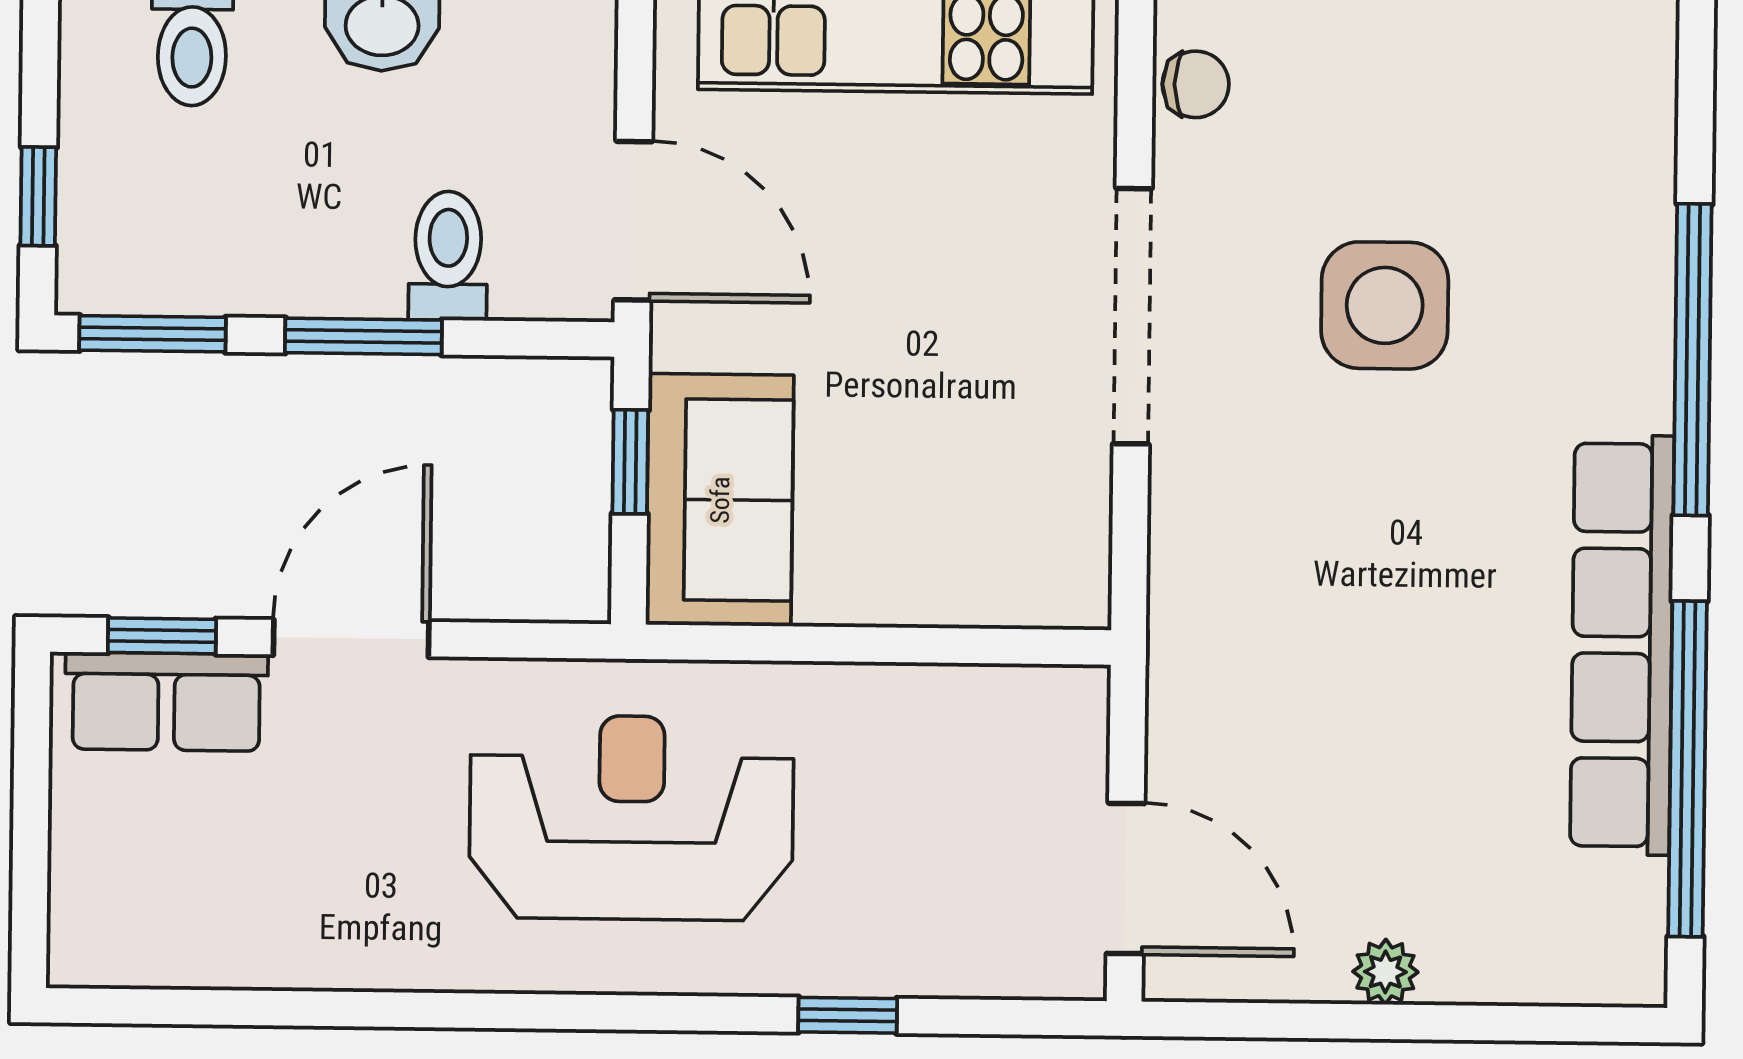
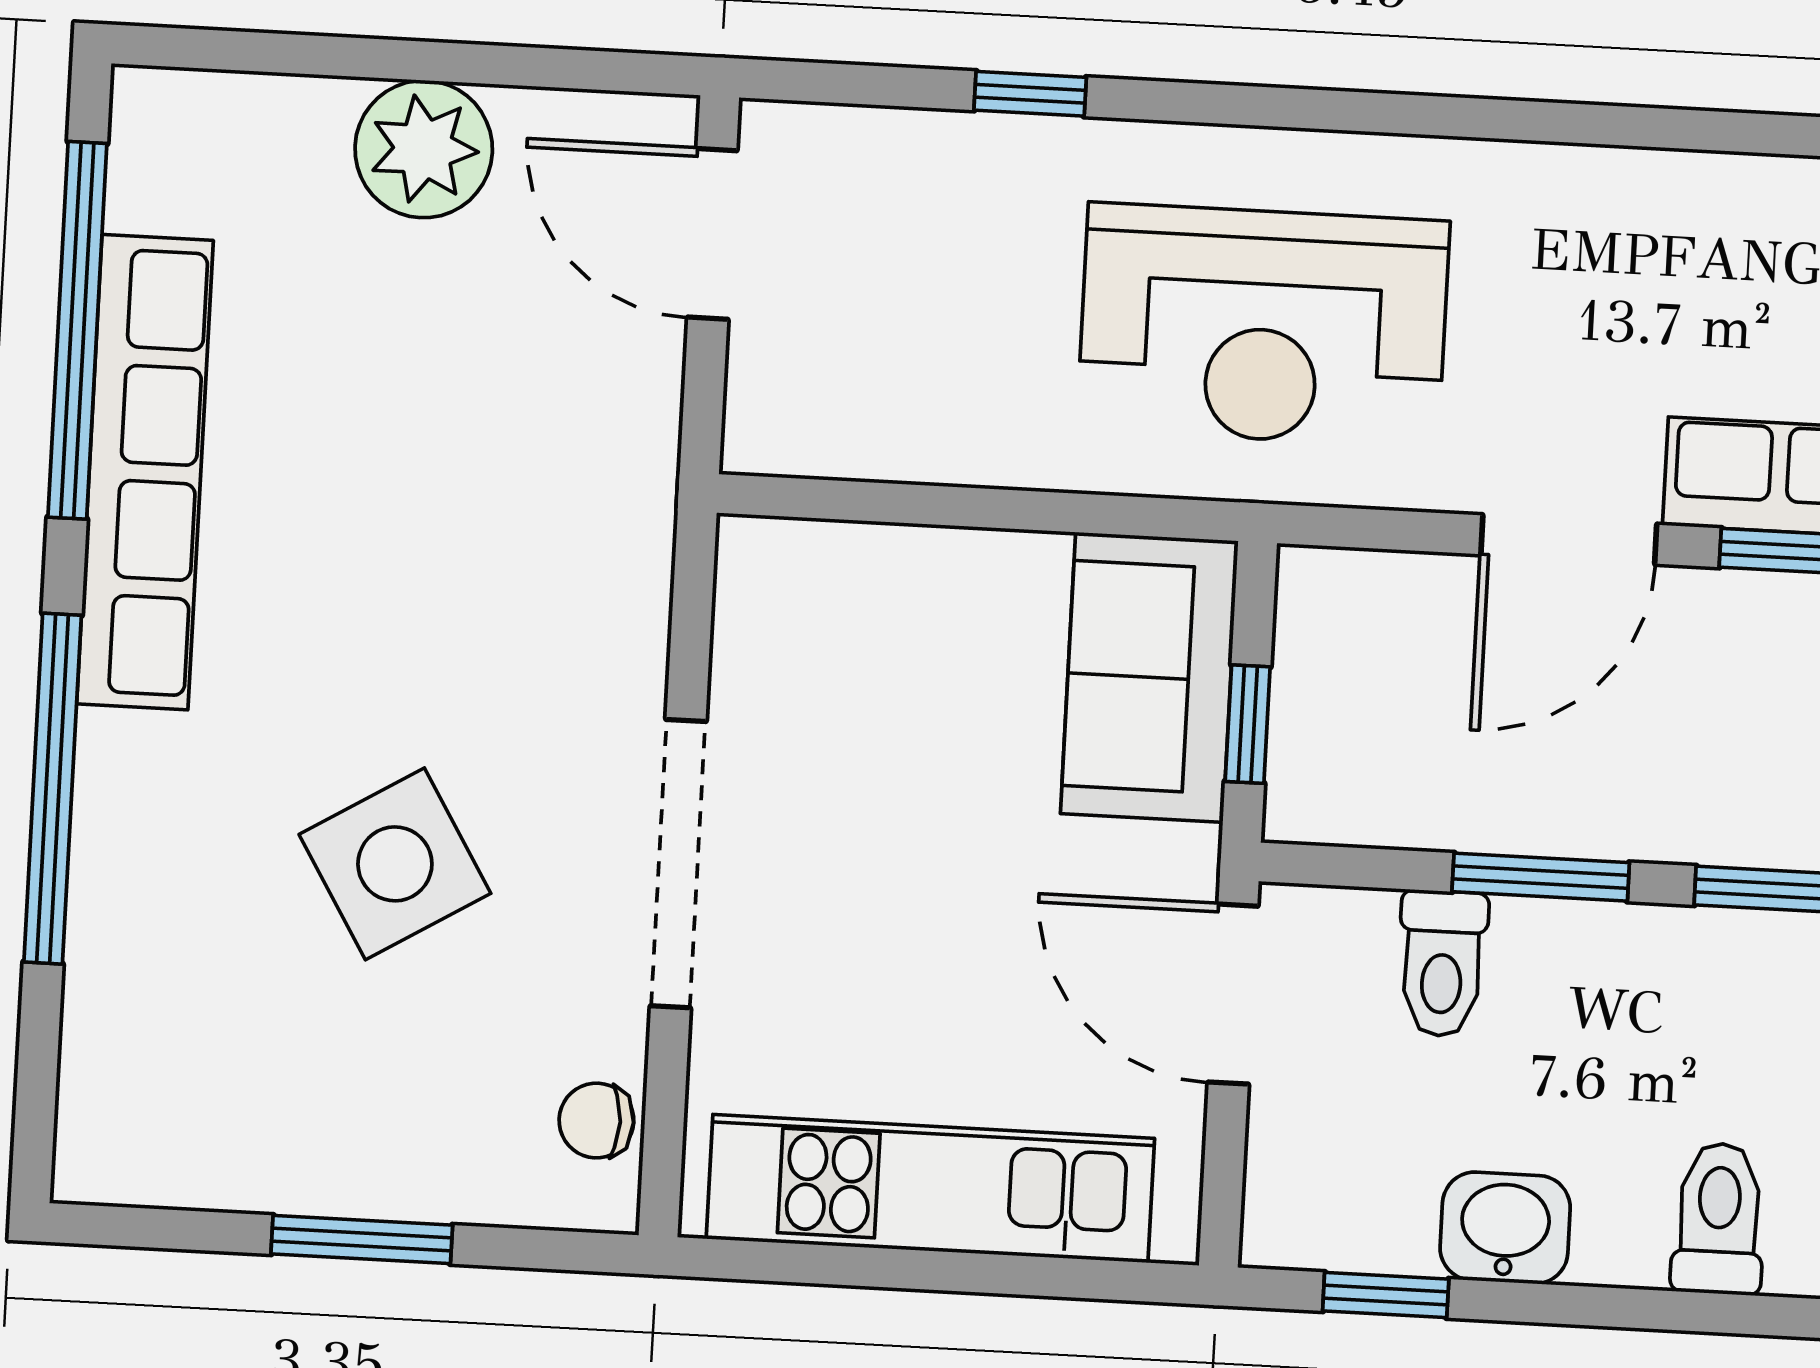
side table: (1385, 305) -> (395, 864), turned -31
plant: (1385, 972) -> (424, 149), width x1.88, depth x1.88

